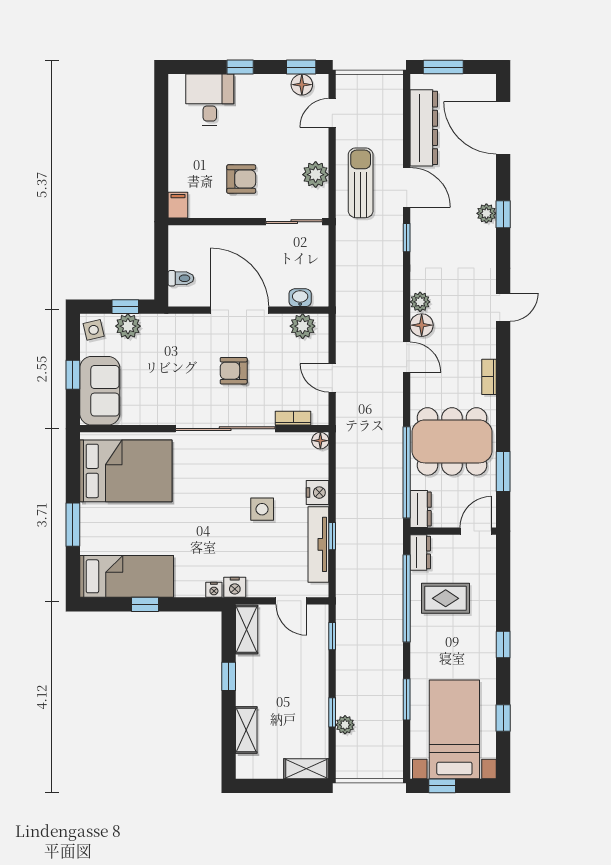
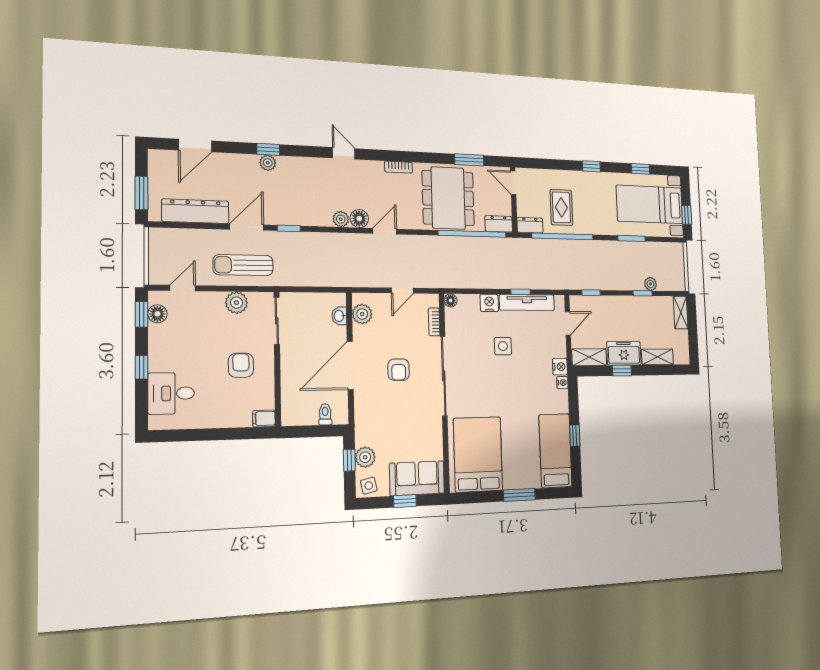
door: (332, 113) -> (183, 288), swing flipped
door: (503, 128) -> (195, 145), width x0.73
freezer: (252, 680) -> (624, 353), added

